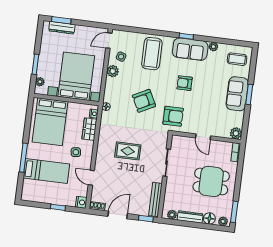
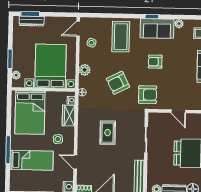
plant: (113, 71) -> (85, 70), moved
rug: (128, 151) -> (108, 133), turned 90

